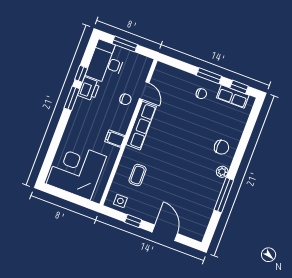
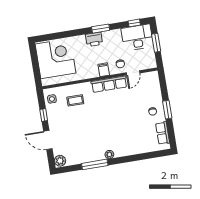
window: (81, 74) -> (134, 23), moved
window: (239, 87) -> (171, 134), removed
printer: (89, 89) -> (94, 39), moved
filing cabinet: (115, 139) -> (104, 70), moved
chair: (221, 147) -> (125, 145), removed
door: (165, 233) -> (48, 140), swing flipped
plant: (197, 233) -> (60, 161), added

